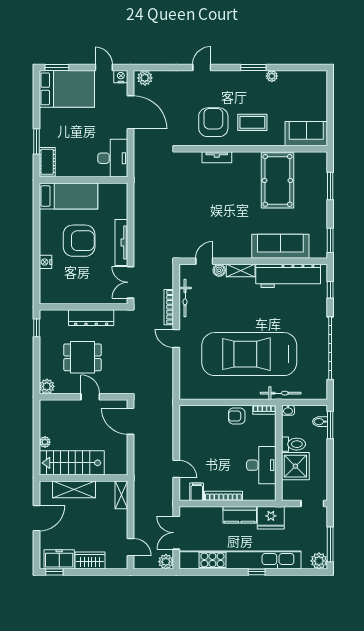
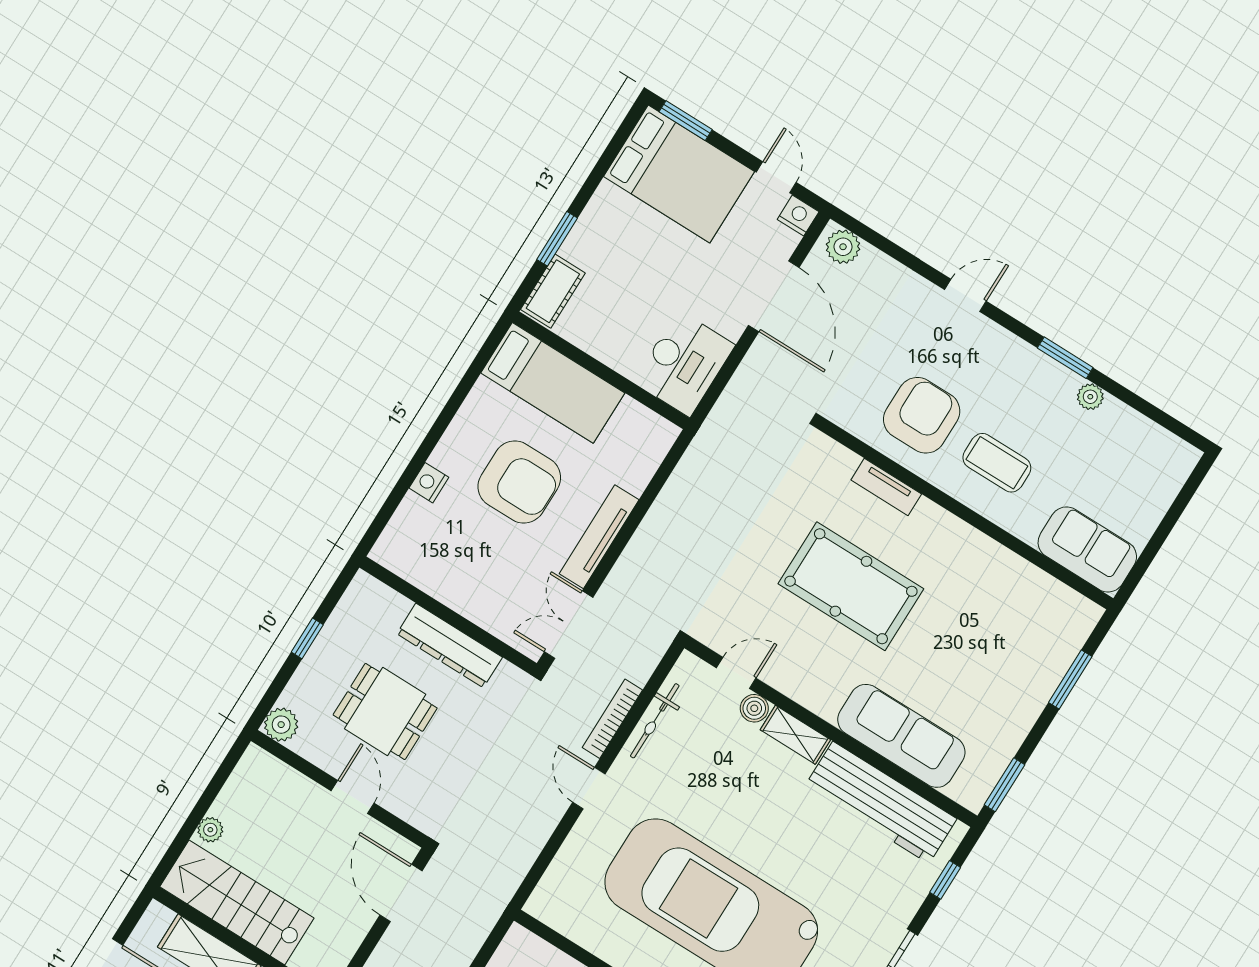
pool table: (277, 180) -> (851, 586), moved, turned 90
window: (37, 328) -> (307, 638), moved

